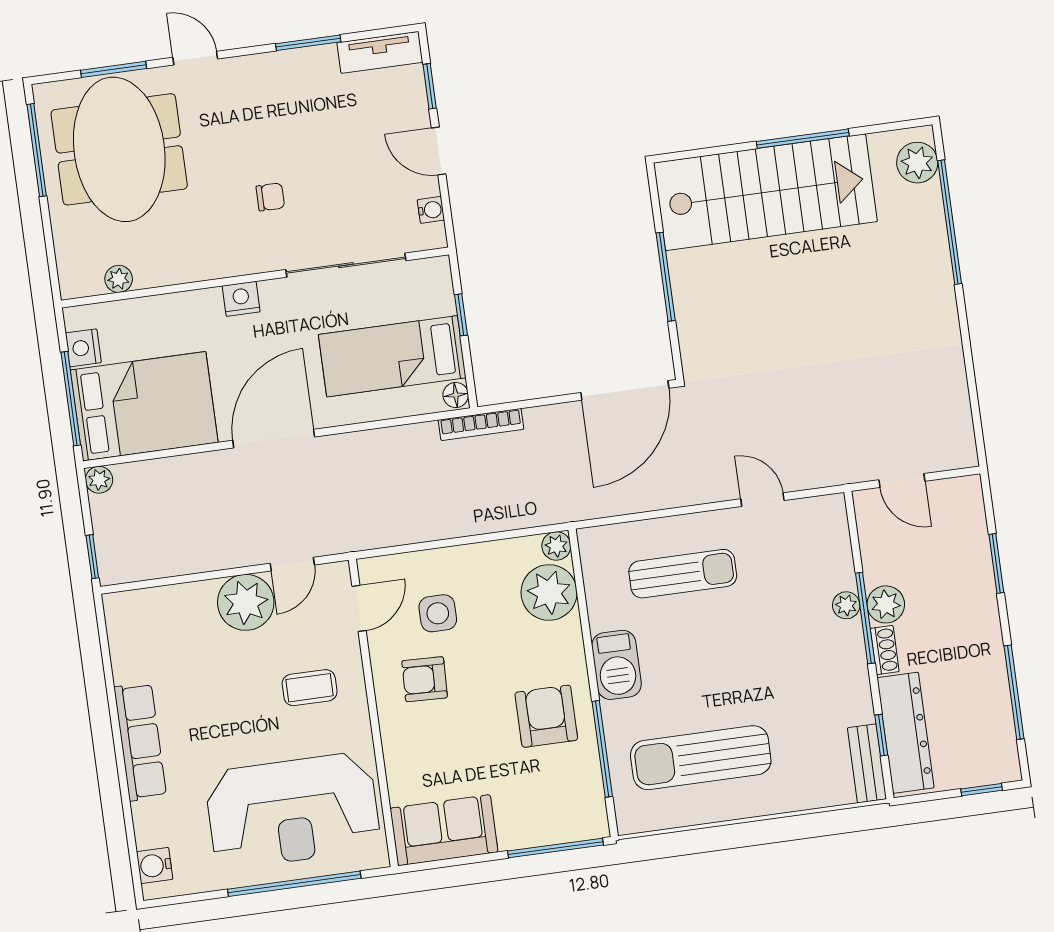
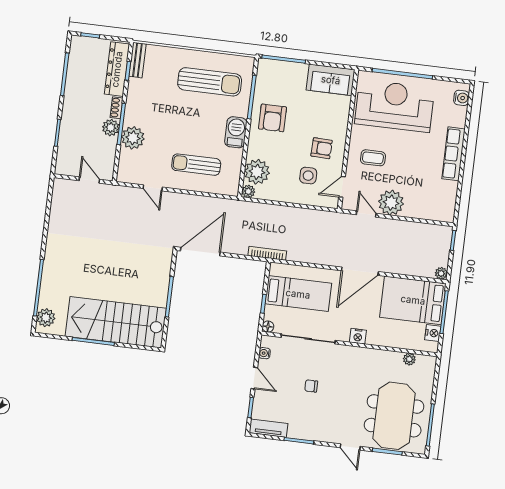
chair: (270, 197) -> (311, 386), moved
floor lamp: (456, 395) -> (268, 327), moved
door: (292, 564) -> (366, 214), hinge flipped
plant: (846, 605) -> (133, 138), width x1.87, depth x1.87

